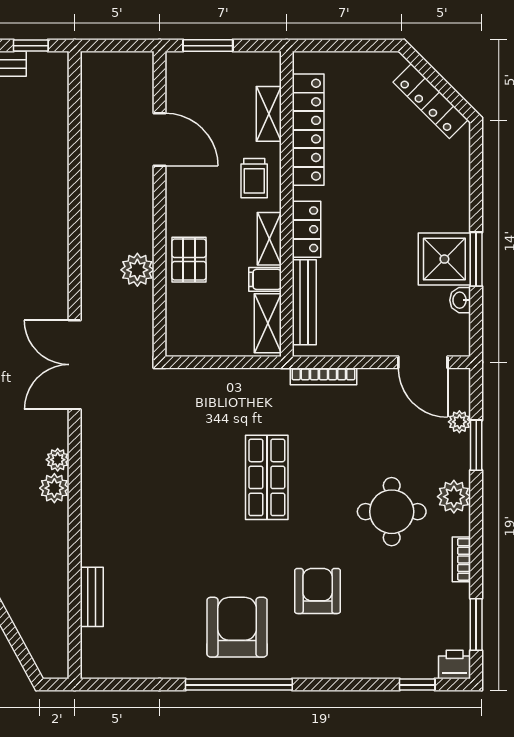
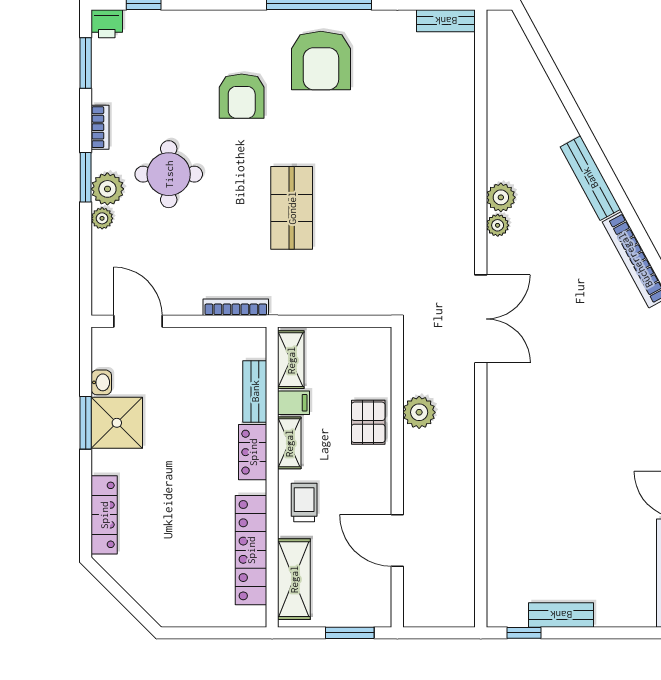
locker: (431, 101) -> (104, 515), moved, turned 45
shelving: (269, 114) -> (294, 579), width x1.50, depth x1.33
bench: (304, 302) -> (255, 391), width x0.73
plant: (459, 422) -> (102, 218), moved
window: (476, 445) -> (86, 177), moved
bench: (92, 597) -> (446, 21), moved, turned 90

